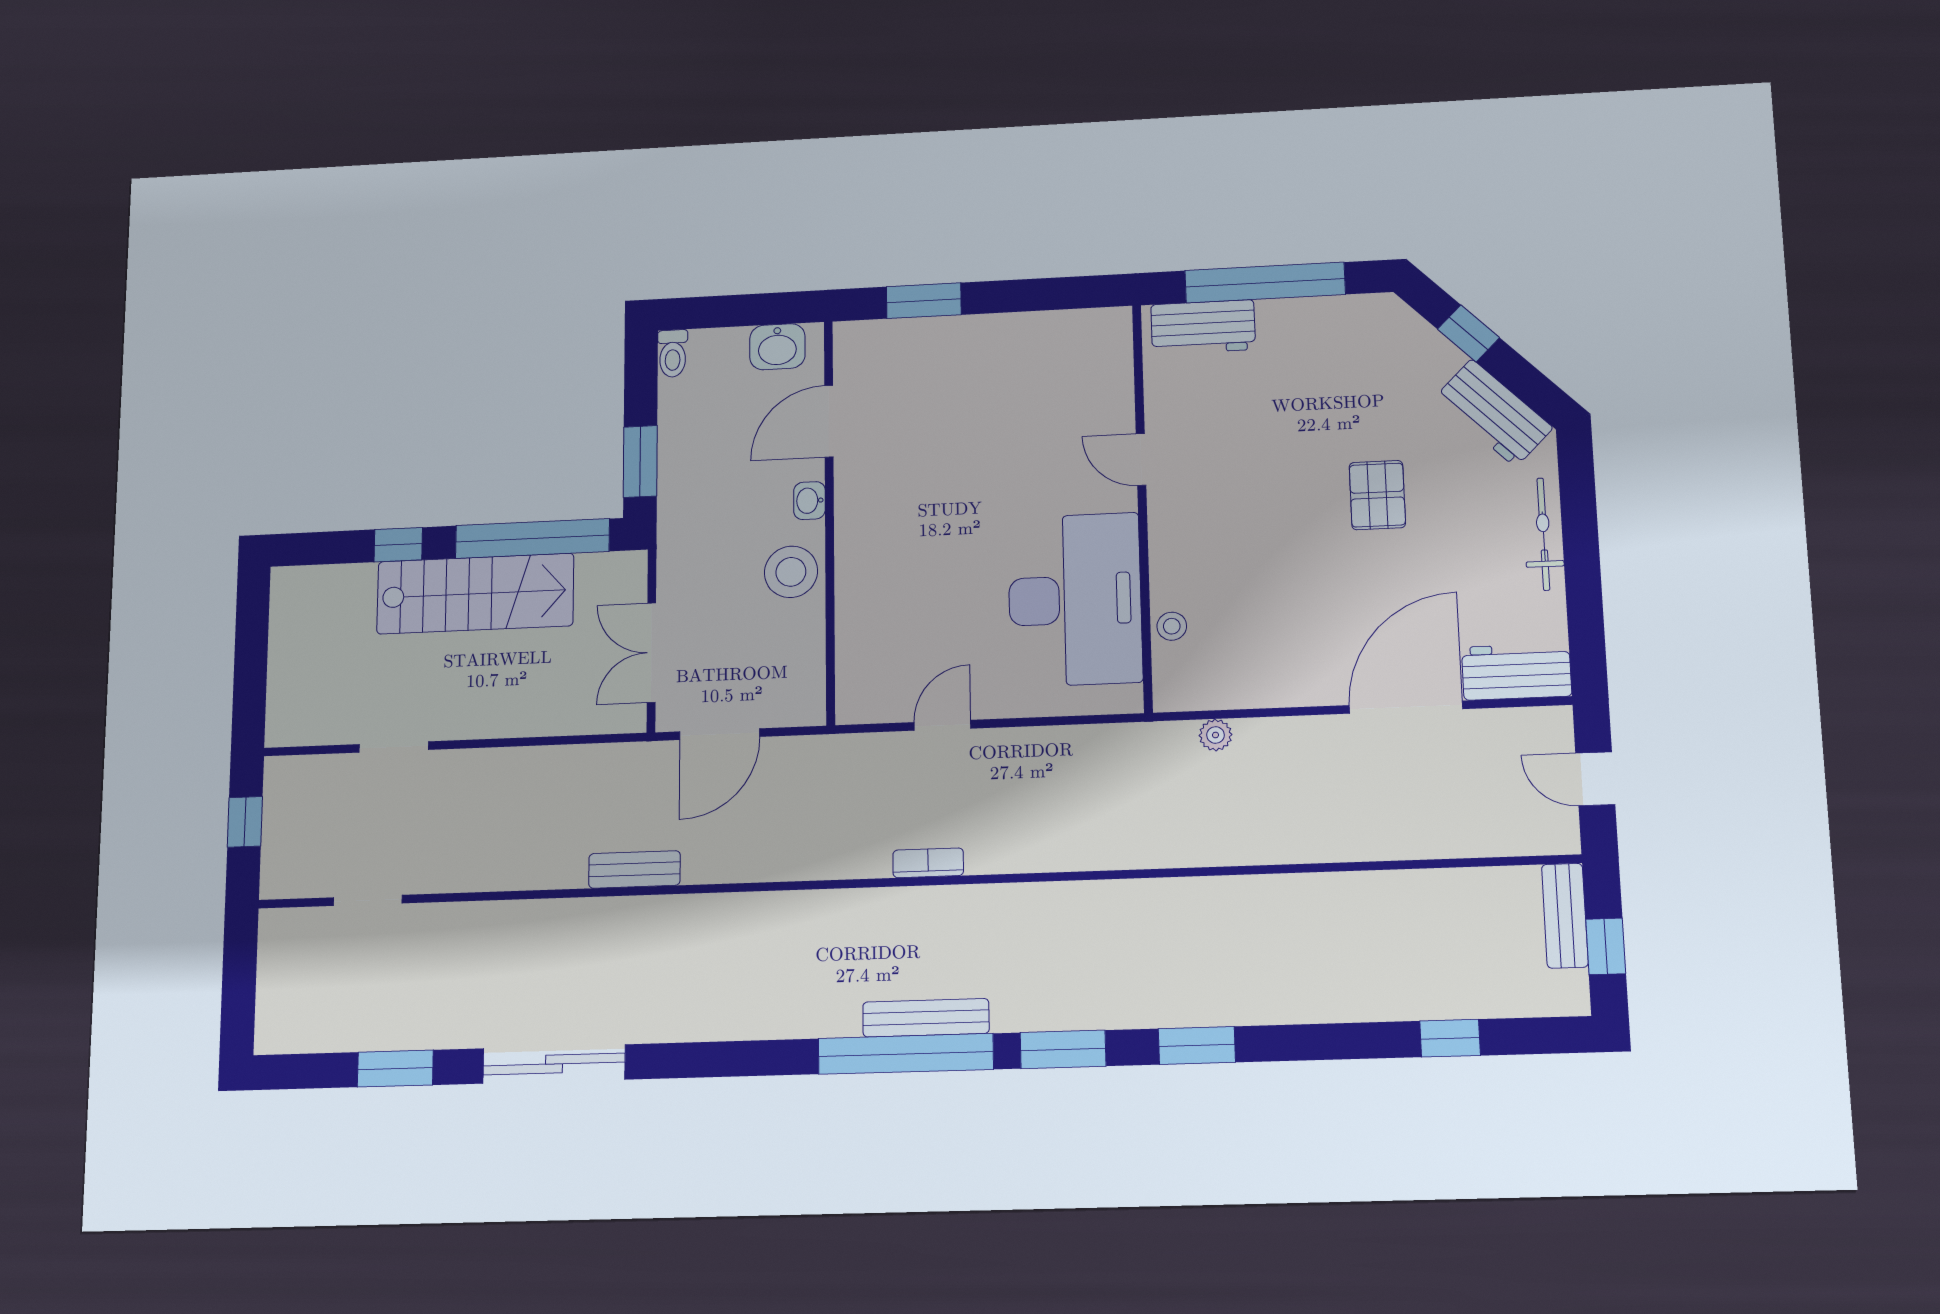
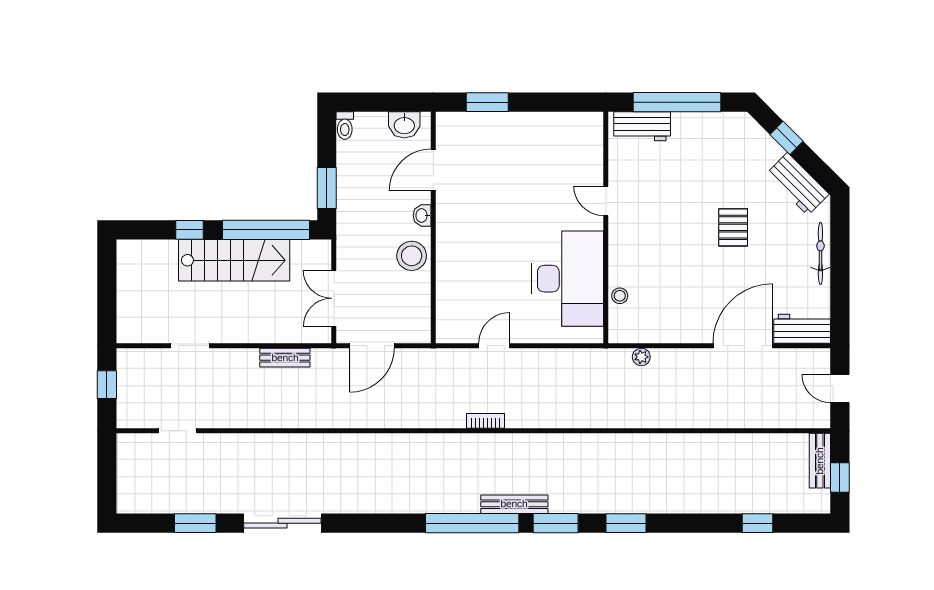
bench: (634, 869) -> (285, 358), moved
bench: (926, 1018) -> (514, 504), moved

